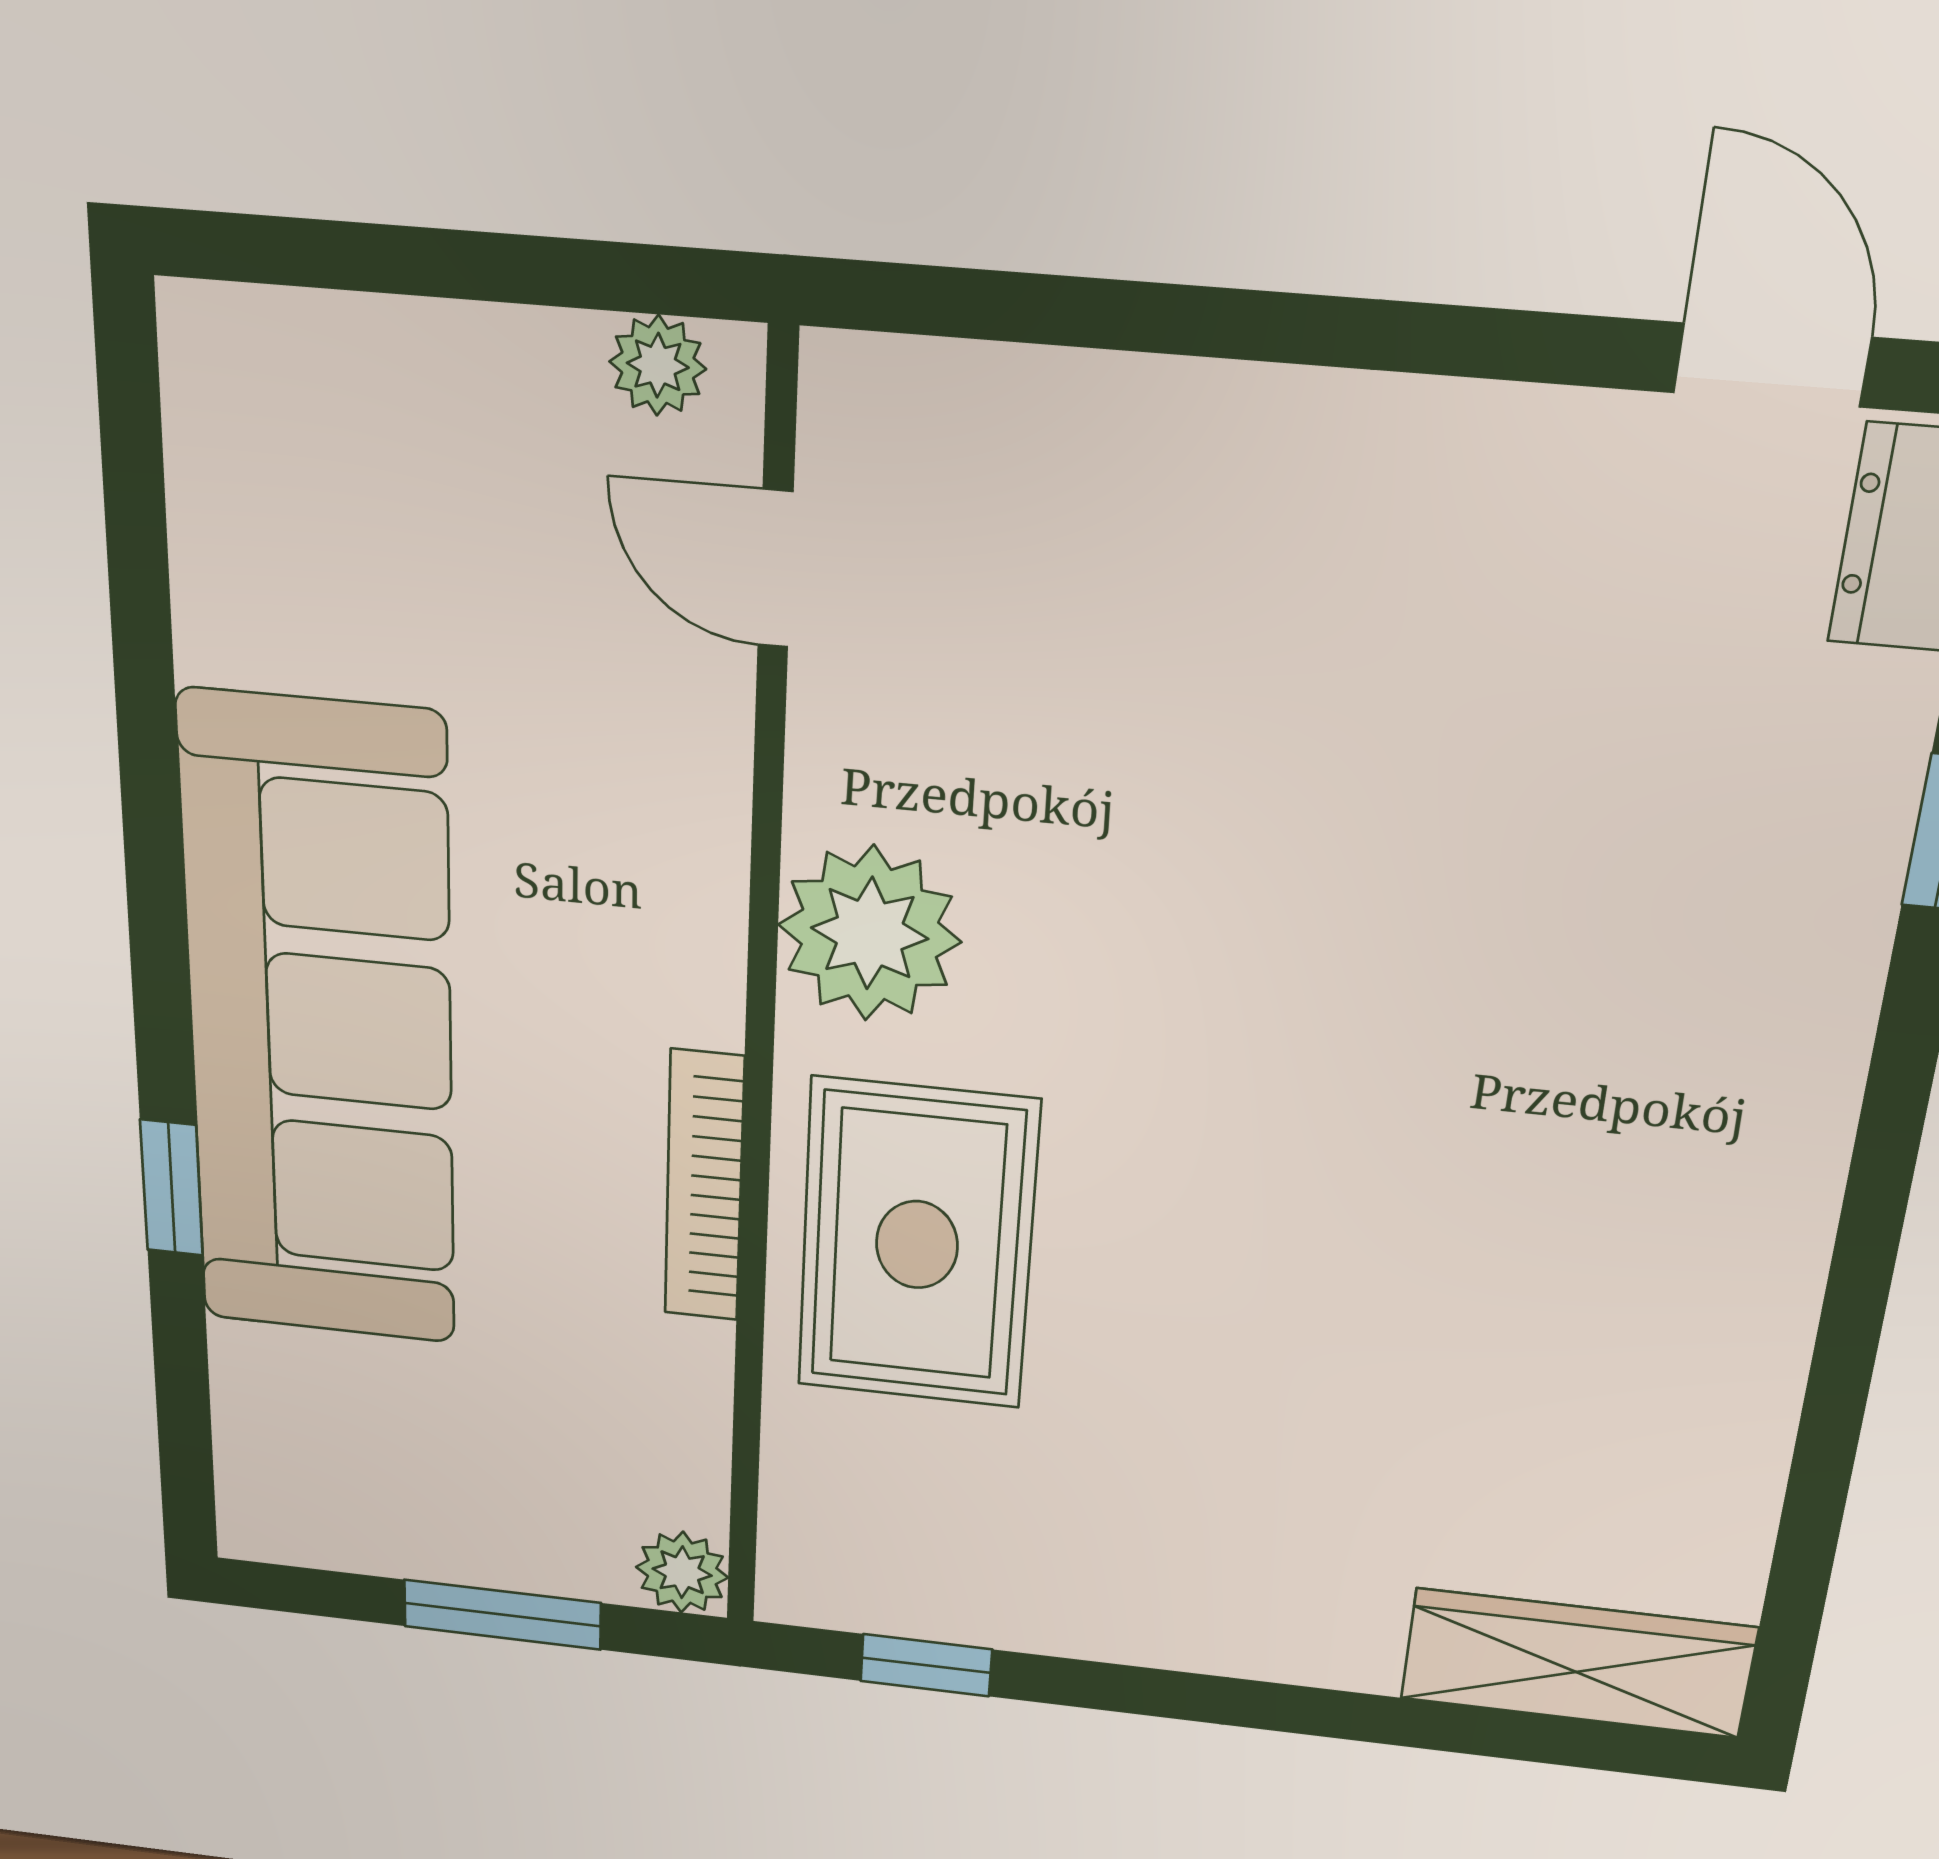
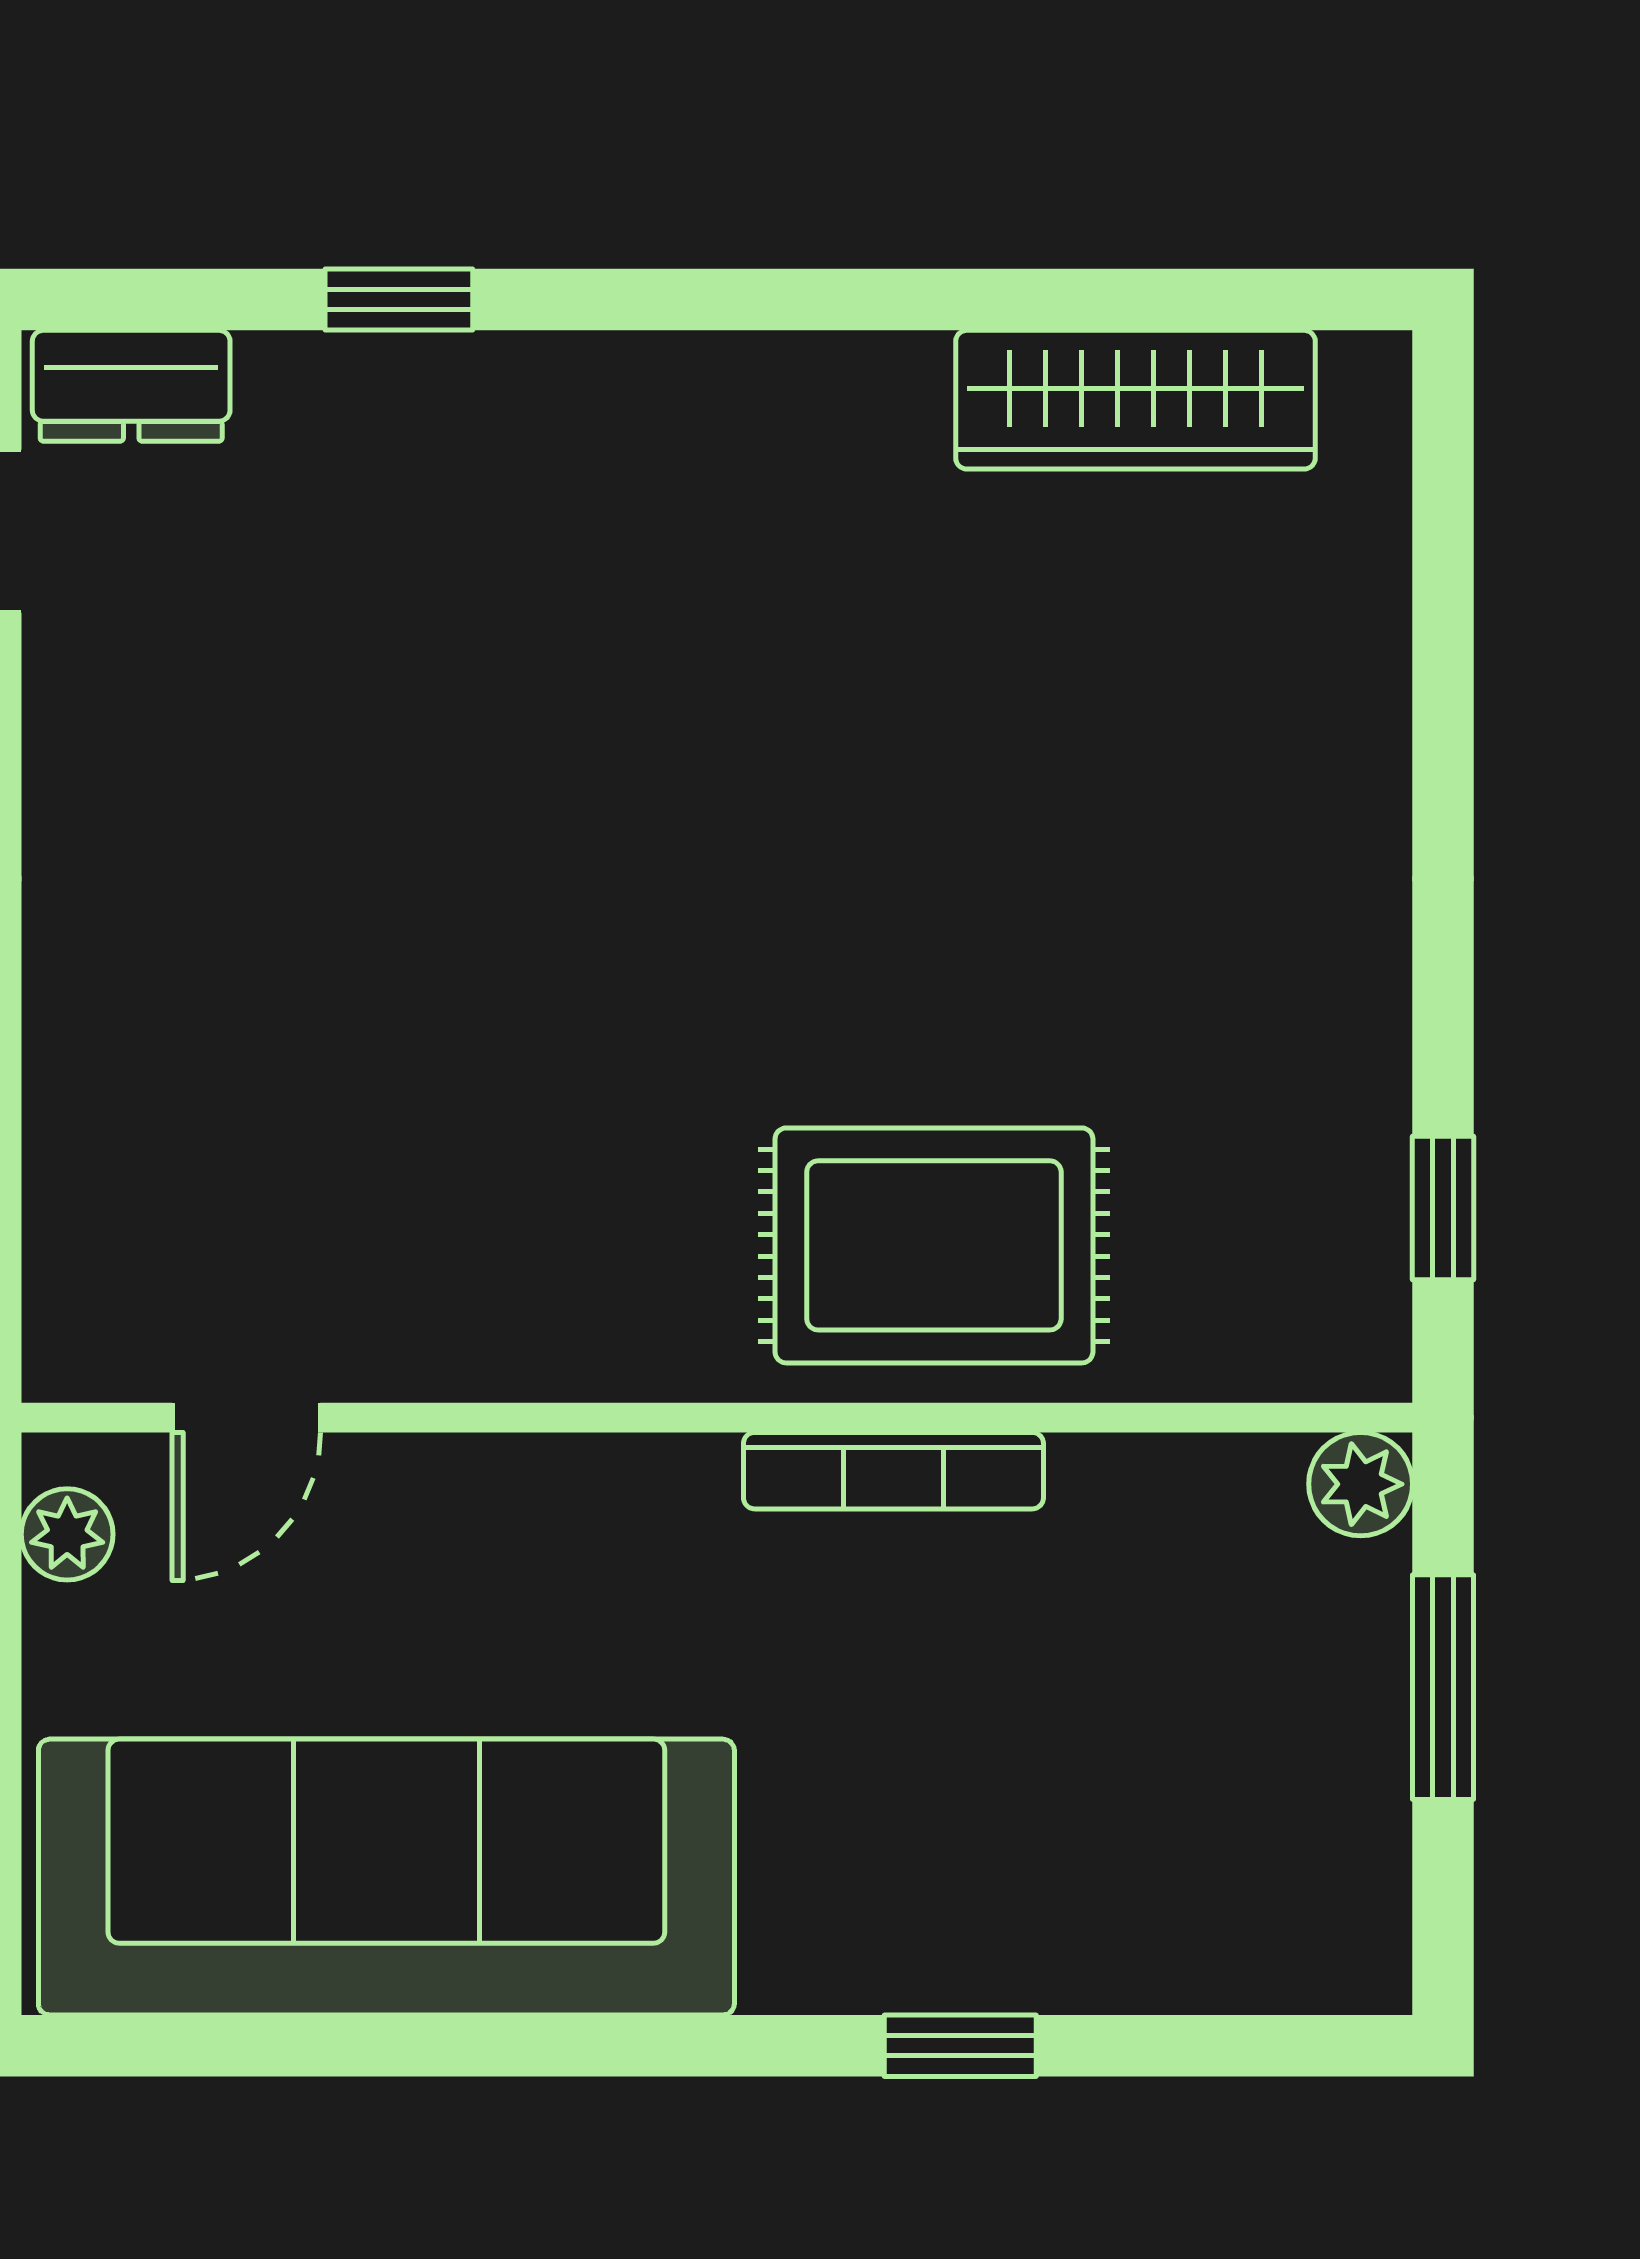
plant: (870, 933) -> (600, 1311), removed
sofa: (320, 1028) -> (386, 1877), moved
wardrobe: (1578, 1663) -> (1135, 400), moved, turned -90

